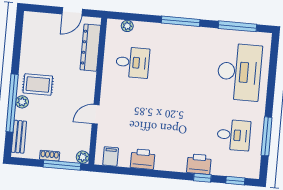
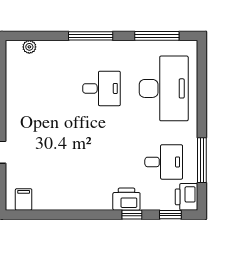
desk: (133, 62) -> (102, 88), moved
printer: (143, 159) -> (187, 197), moved, turned -90

